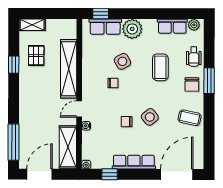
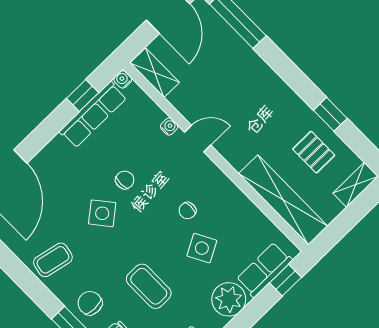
shelving: (69, 69) -> (283, 200), moved
door: (79, 109) -> (198, 139), hinge flipped
shelving: (68, 147) -> (155, 73), width x0.67, depth x0.75
row of seats: (134, 162) -> (93, 115), moved

